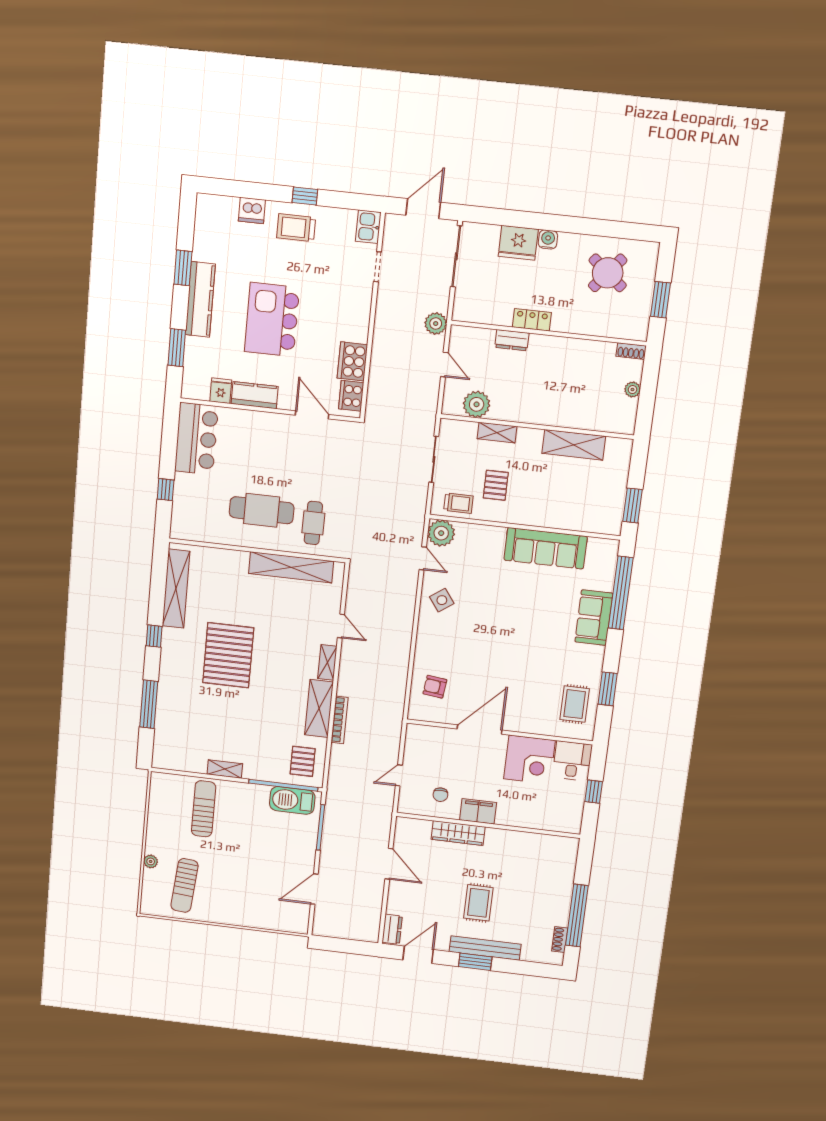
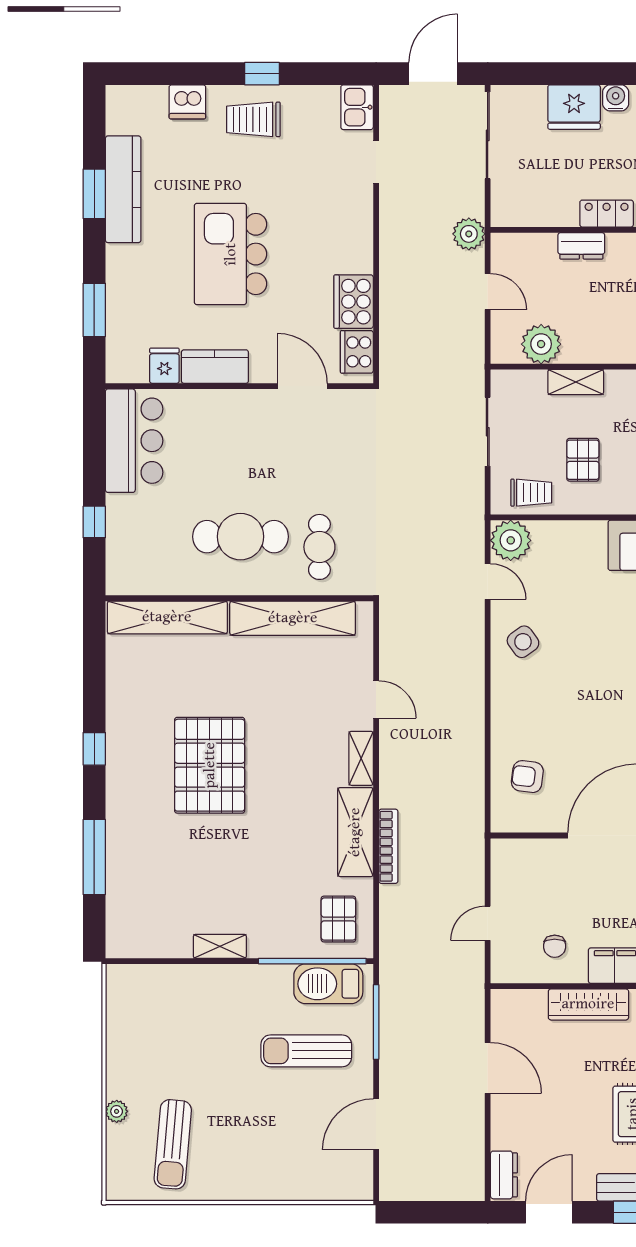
kitchen counter: (200, 299) -> (123, 189), moved
shelving: (176, 589) -> (167, 617), moved, turned 90
sun lounger: (204, 809) -> (306, 1051), moved, turned -90

